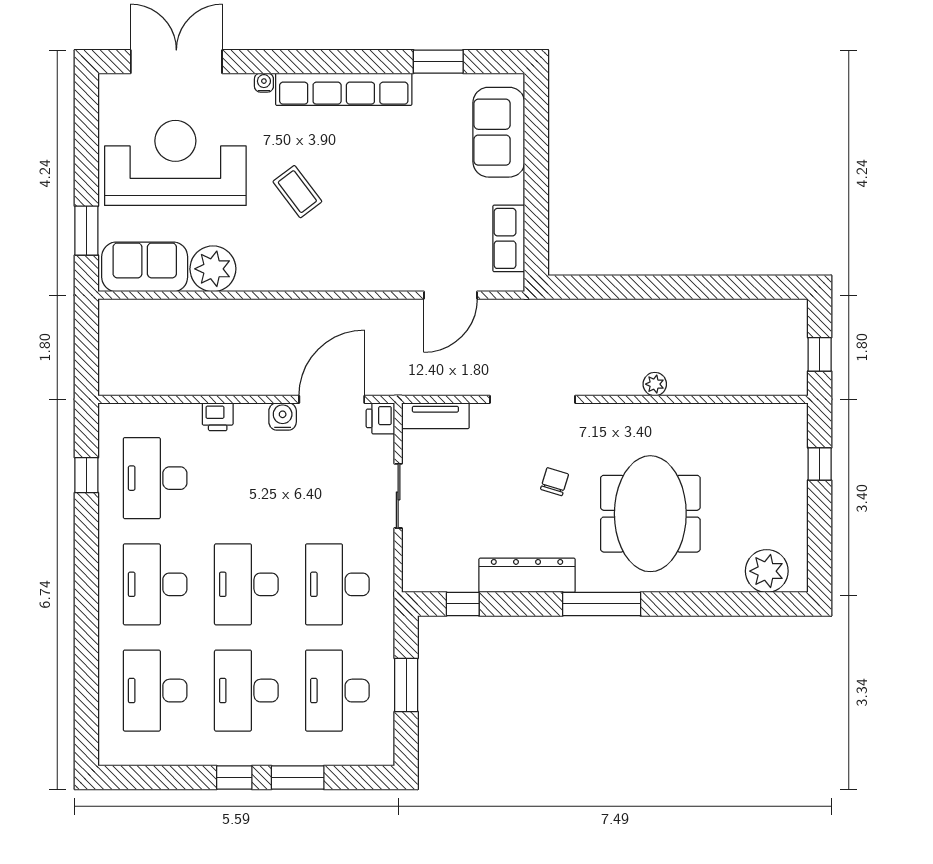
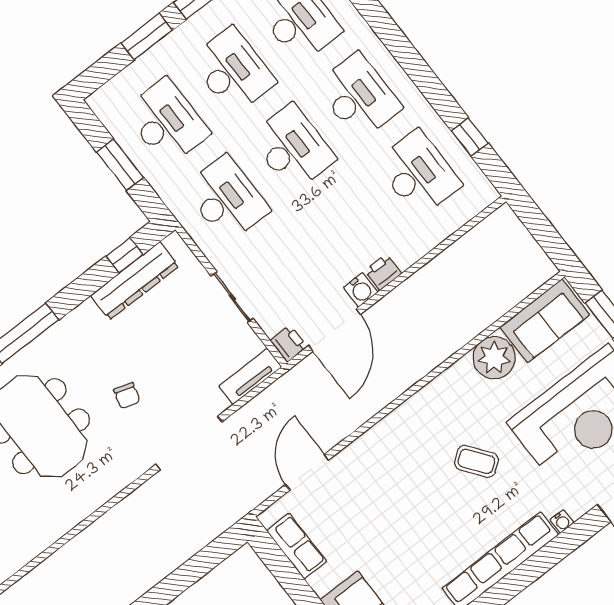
plant: (655, 384) -> (109, 523), removed
printer: (218, 417) -> (383, 272), moved
dresser: (527, 575) -> (135, 281), moved

